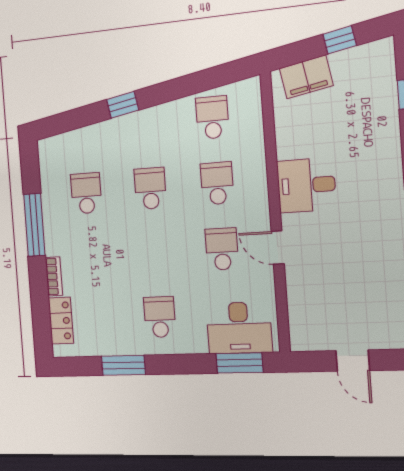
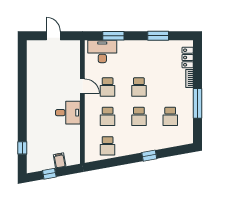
filing cabinet: (306, 77) -> (60, 160), width x0.50
school desk: (160, 317) -> (139, 87), moved
window: (239, 363) -> (113, 36), moved

